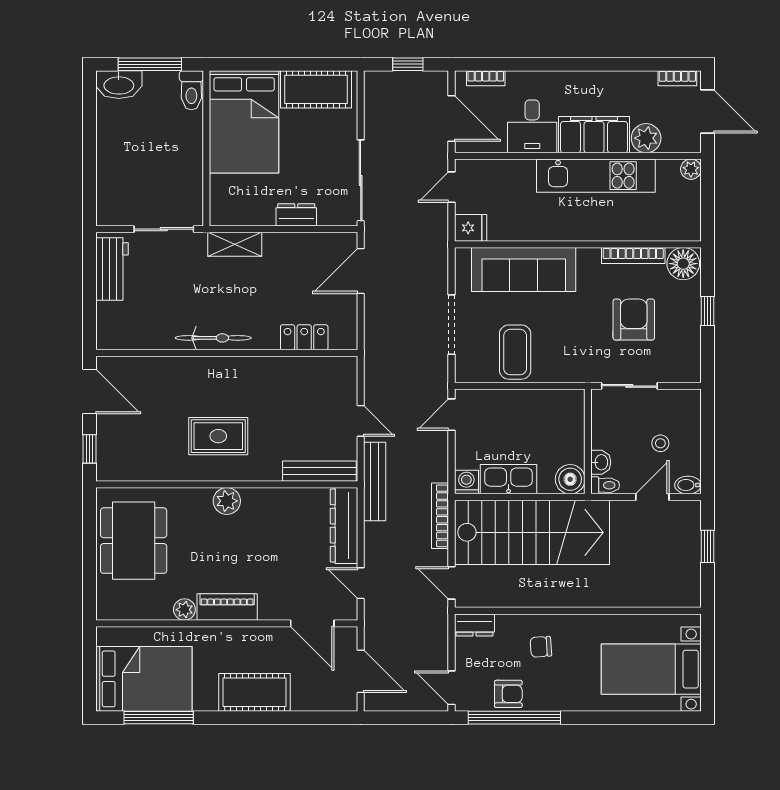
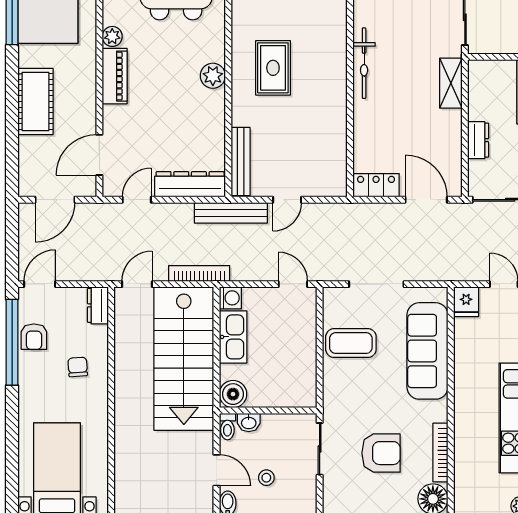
locker: (304, 337) -> (376, 185), moved, turned -90

